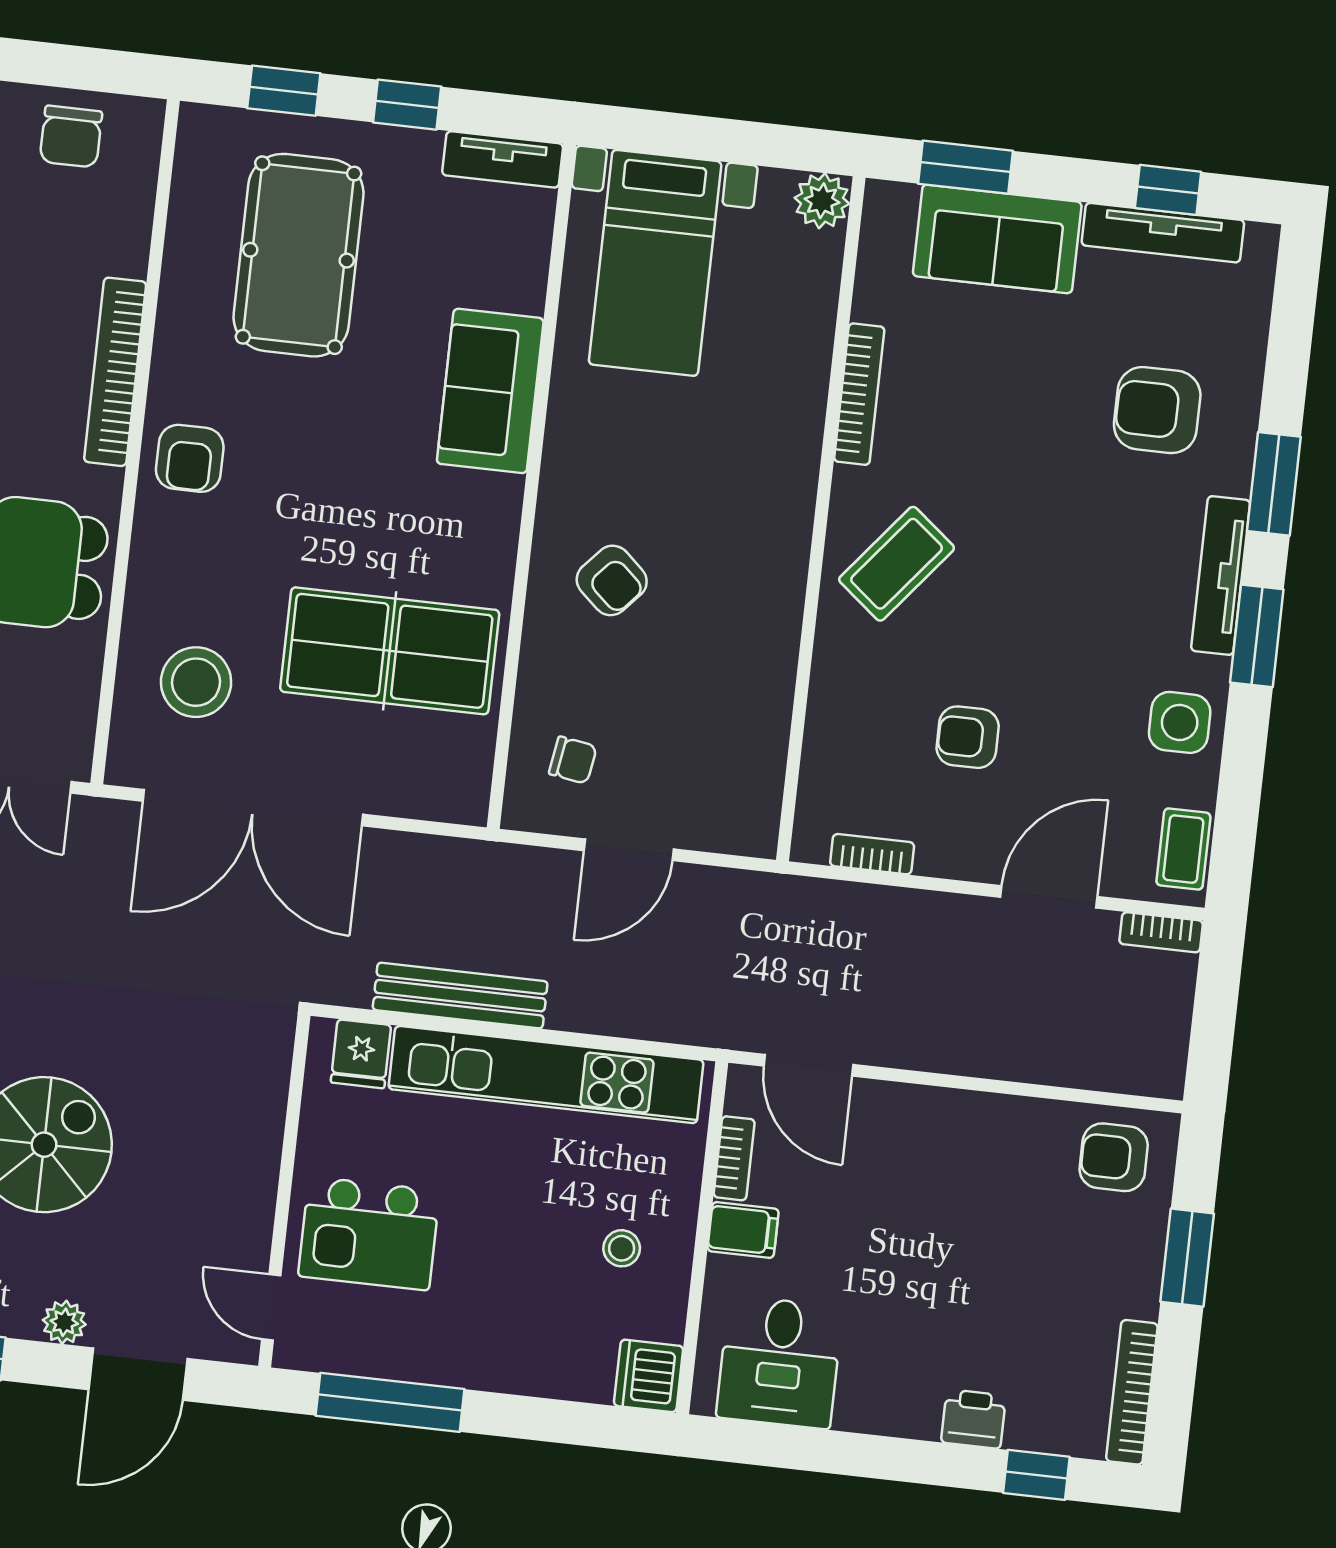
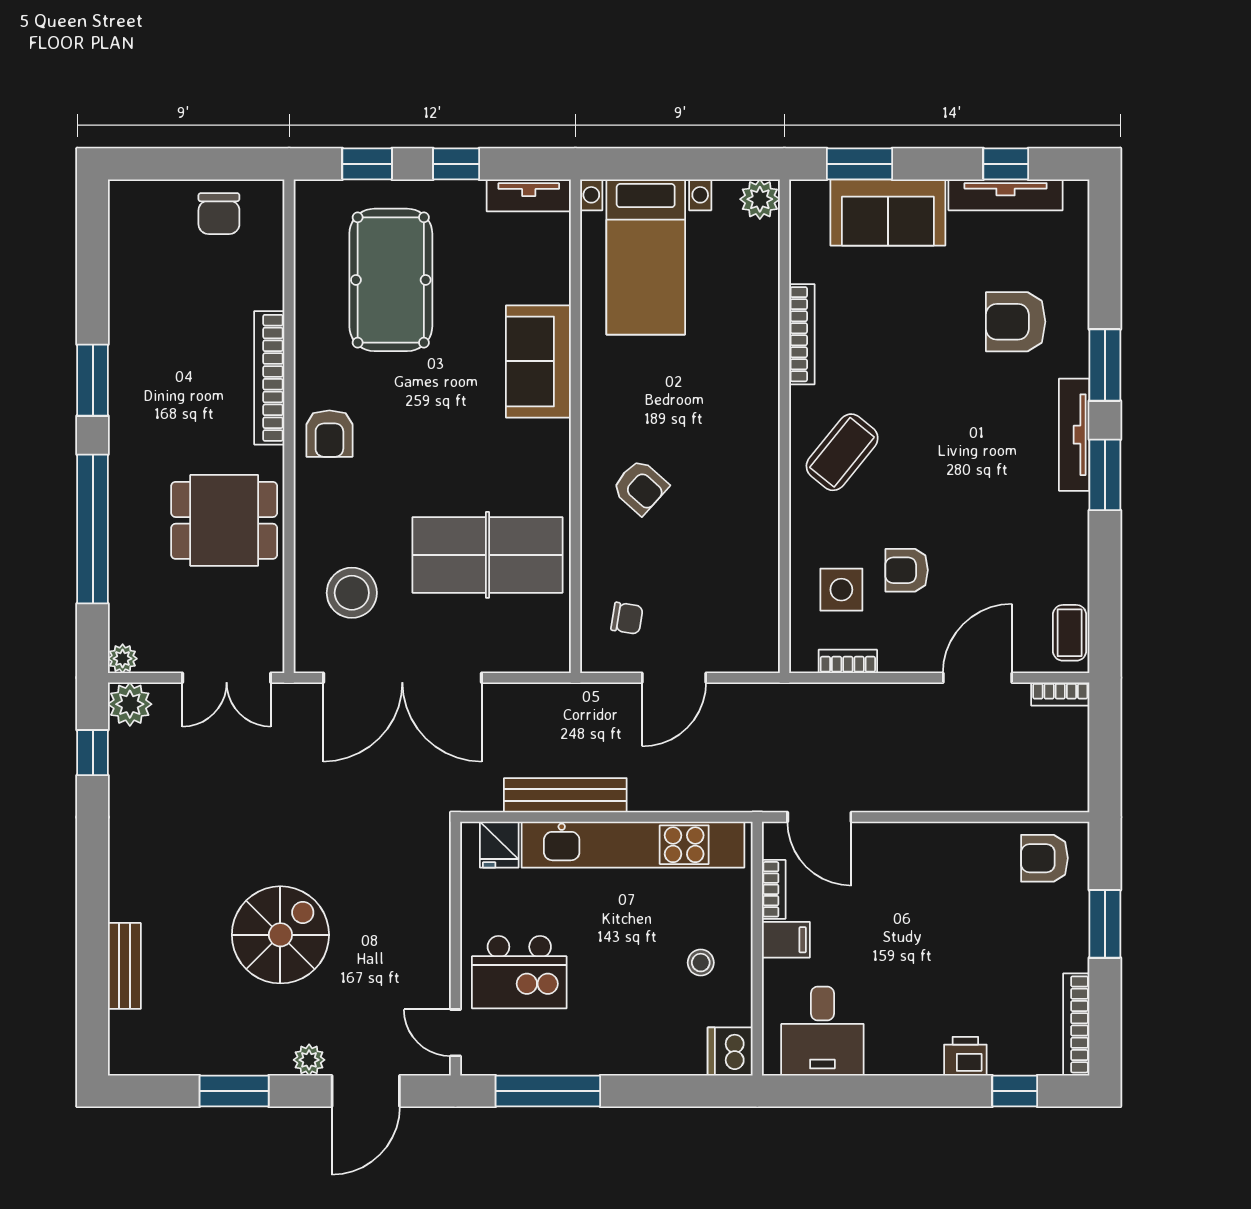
side table: (1180, 722) -> (841, 590), moved

